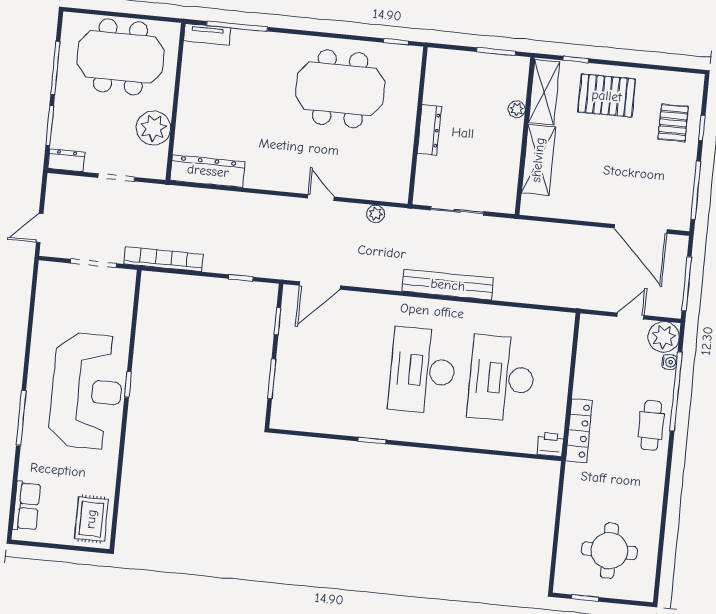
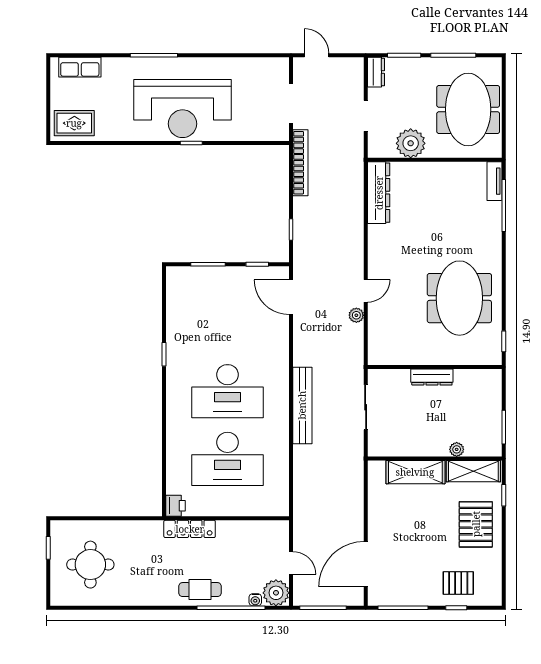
plant: (376, 214) -> (356, 315), moved
desk: (422, 371) -> (228, 391), turned 180
desk: (502, 378) -> (228, 459), turned 180

